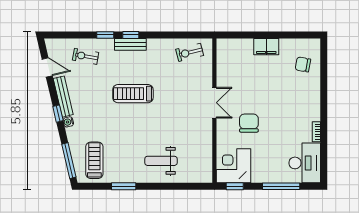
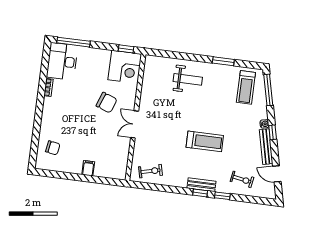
filing cabinet: (266, 47) -> (88, 168), width x0.50
chair: (249, 123) -> (107, 103), turned -70
window: (281, 186) -> (74, 42), moved

